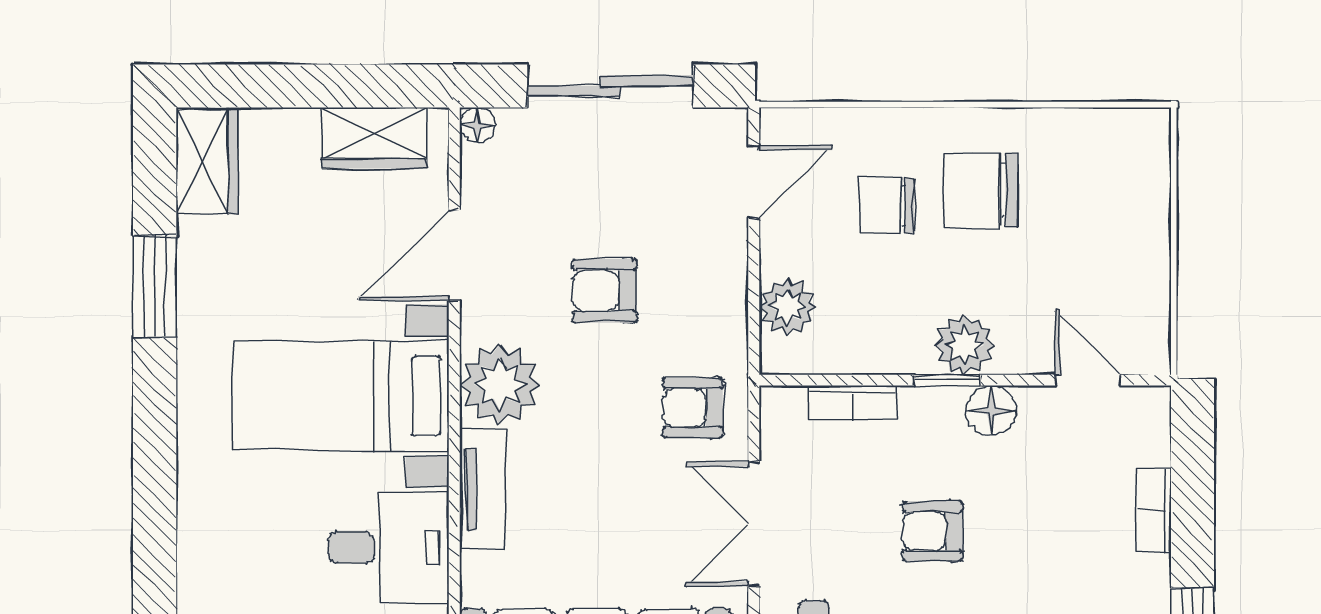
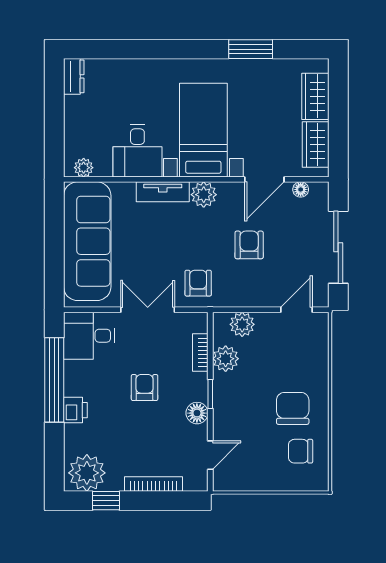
floor lamp: (477, 125) -> (301, 189), moved
wardrobe: (207, 161) -> (315, 96), moved, turned 90
door: (754, 182) -> (296, 310), swing flipped
chair: (887, 206) -> (301, 451), moved, turned -90
door: (454, 255) -> (264, 179), swing flipped
plant: (965, 345) -> (226, 359), moved
plant: (500, 384) -> (204, 195), width x0.73, depth x0.73
bookcase: (1154, 510) -> (154, 484), width x1.56

